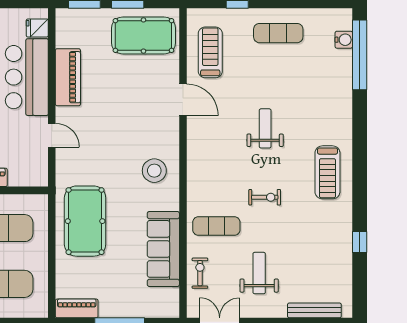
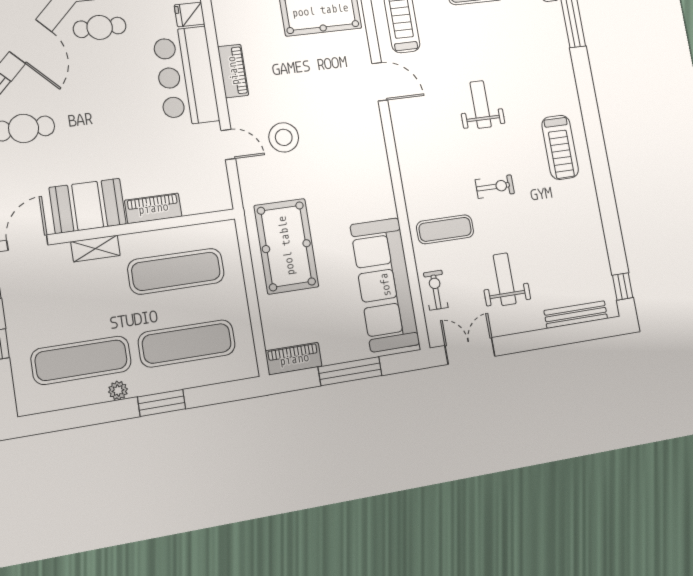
piano: (68, 77) -> (233, 71), width x0.73, depth x0.75
stool: (154, 171) -> (284, 137), moved
window: (360, 242) -> (623, 287), moved
sofa: (163, 249) -> (385, 285), width x1.36, depth x1.27

